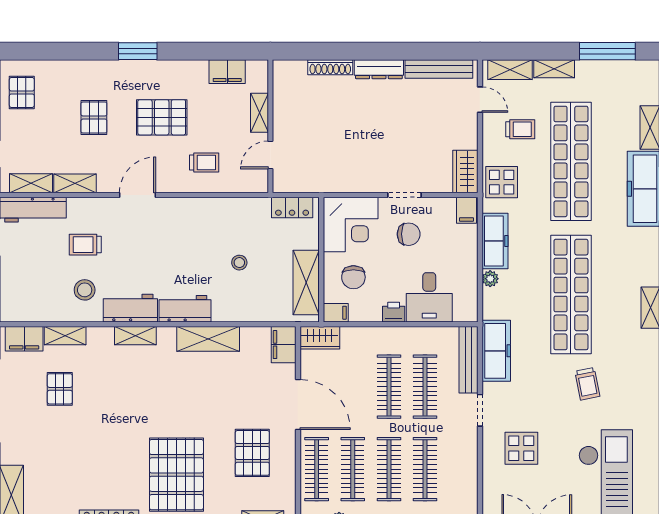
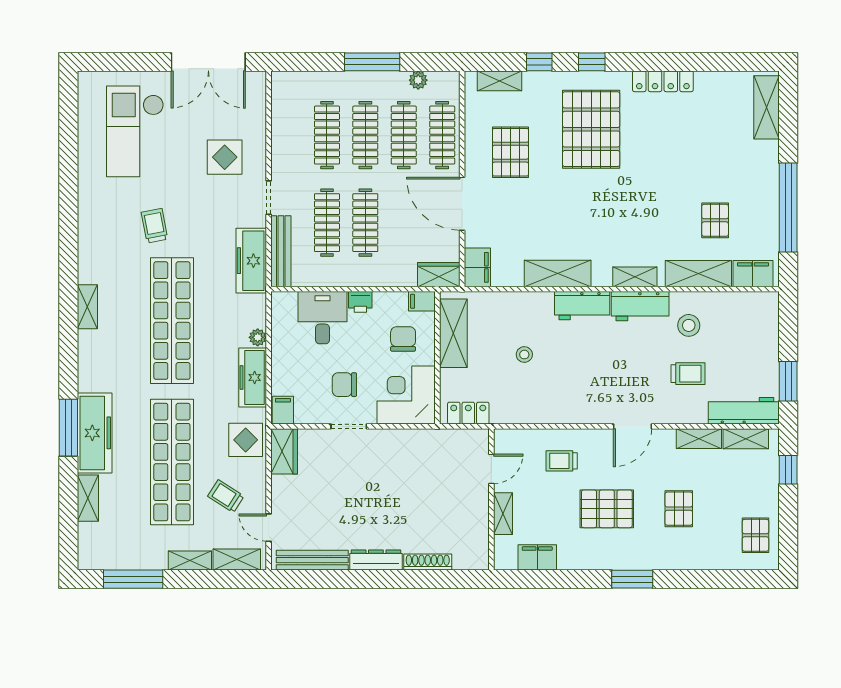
trolley: (520, 129) -> (226, 496), turned 33
shelving: (65, 336) -> (698, 274), width x1.50, depth x1.33

